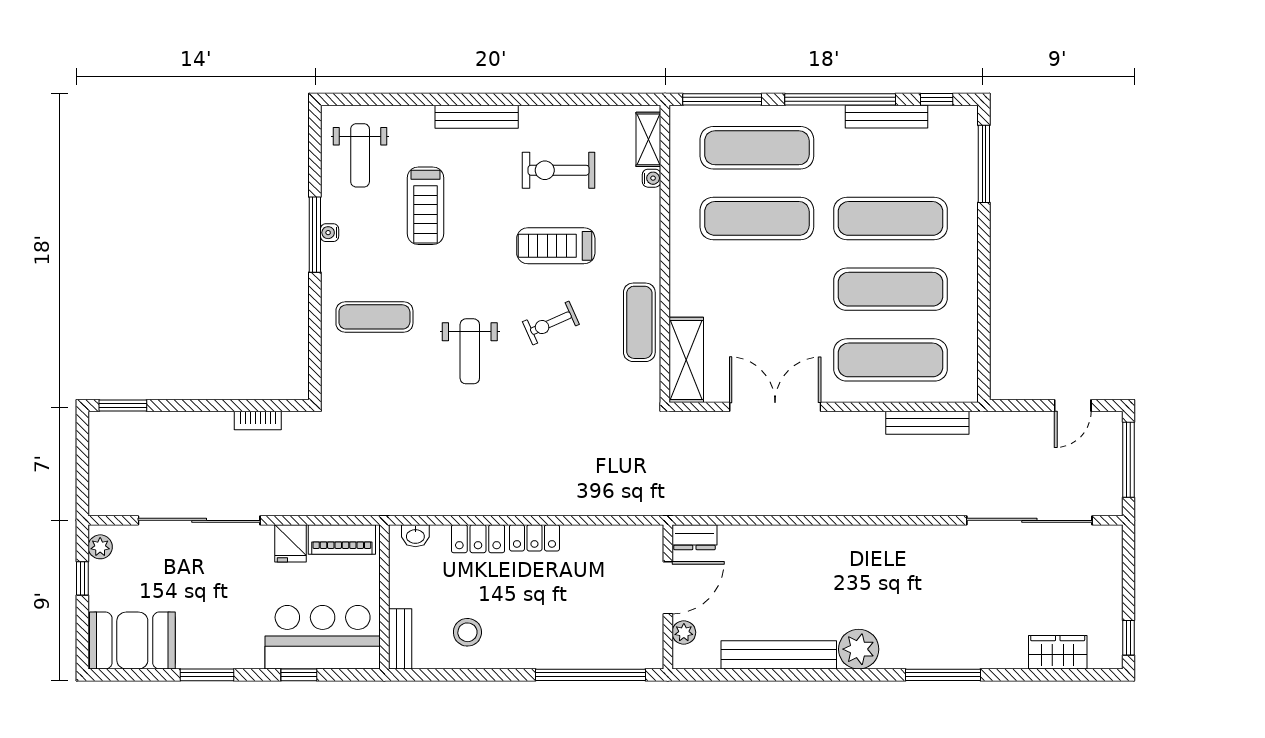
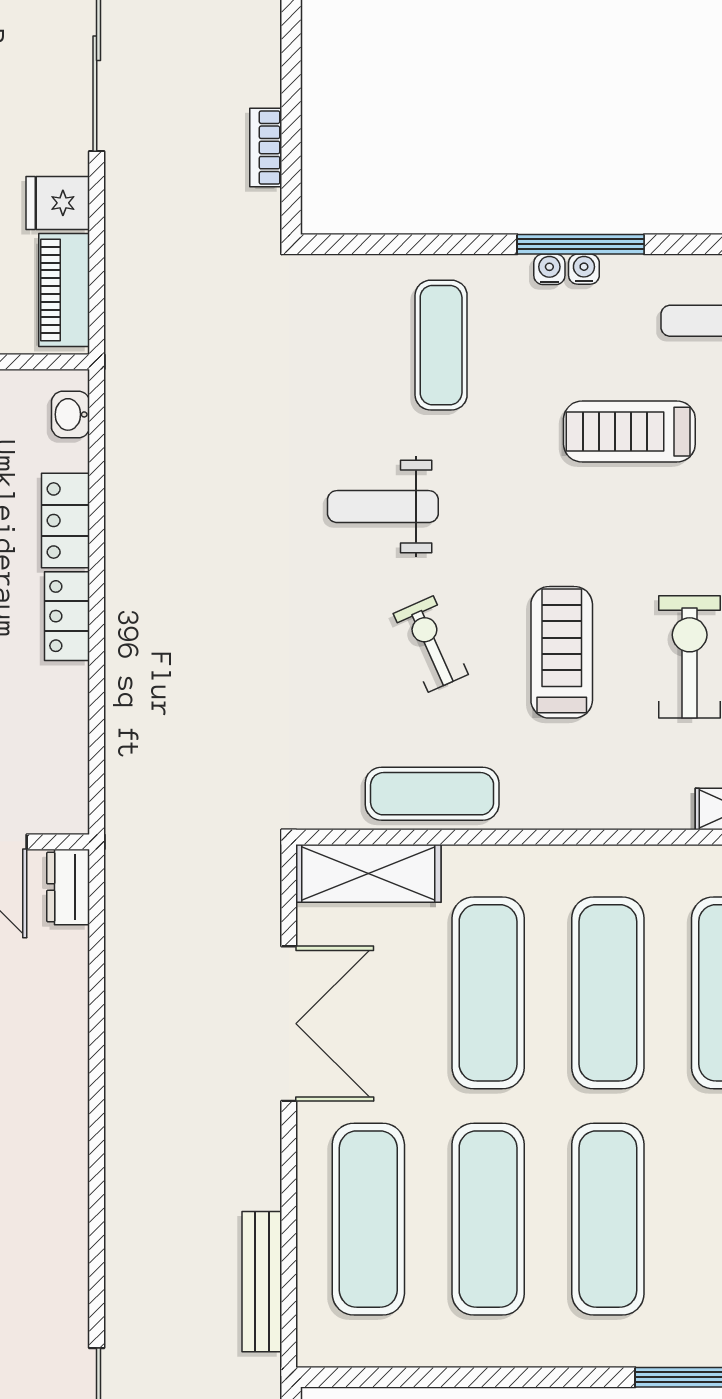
water cooler: (652, 178) -> (549, 269), moved, turned 180
exercise mat: (757, 289) -> (488, 993), added

